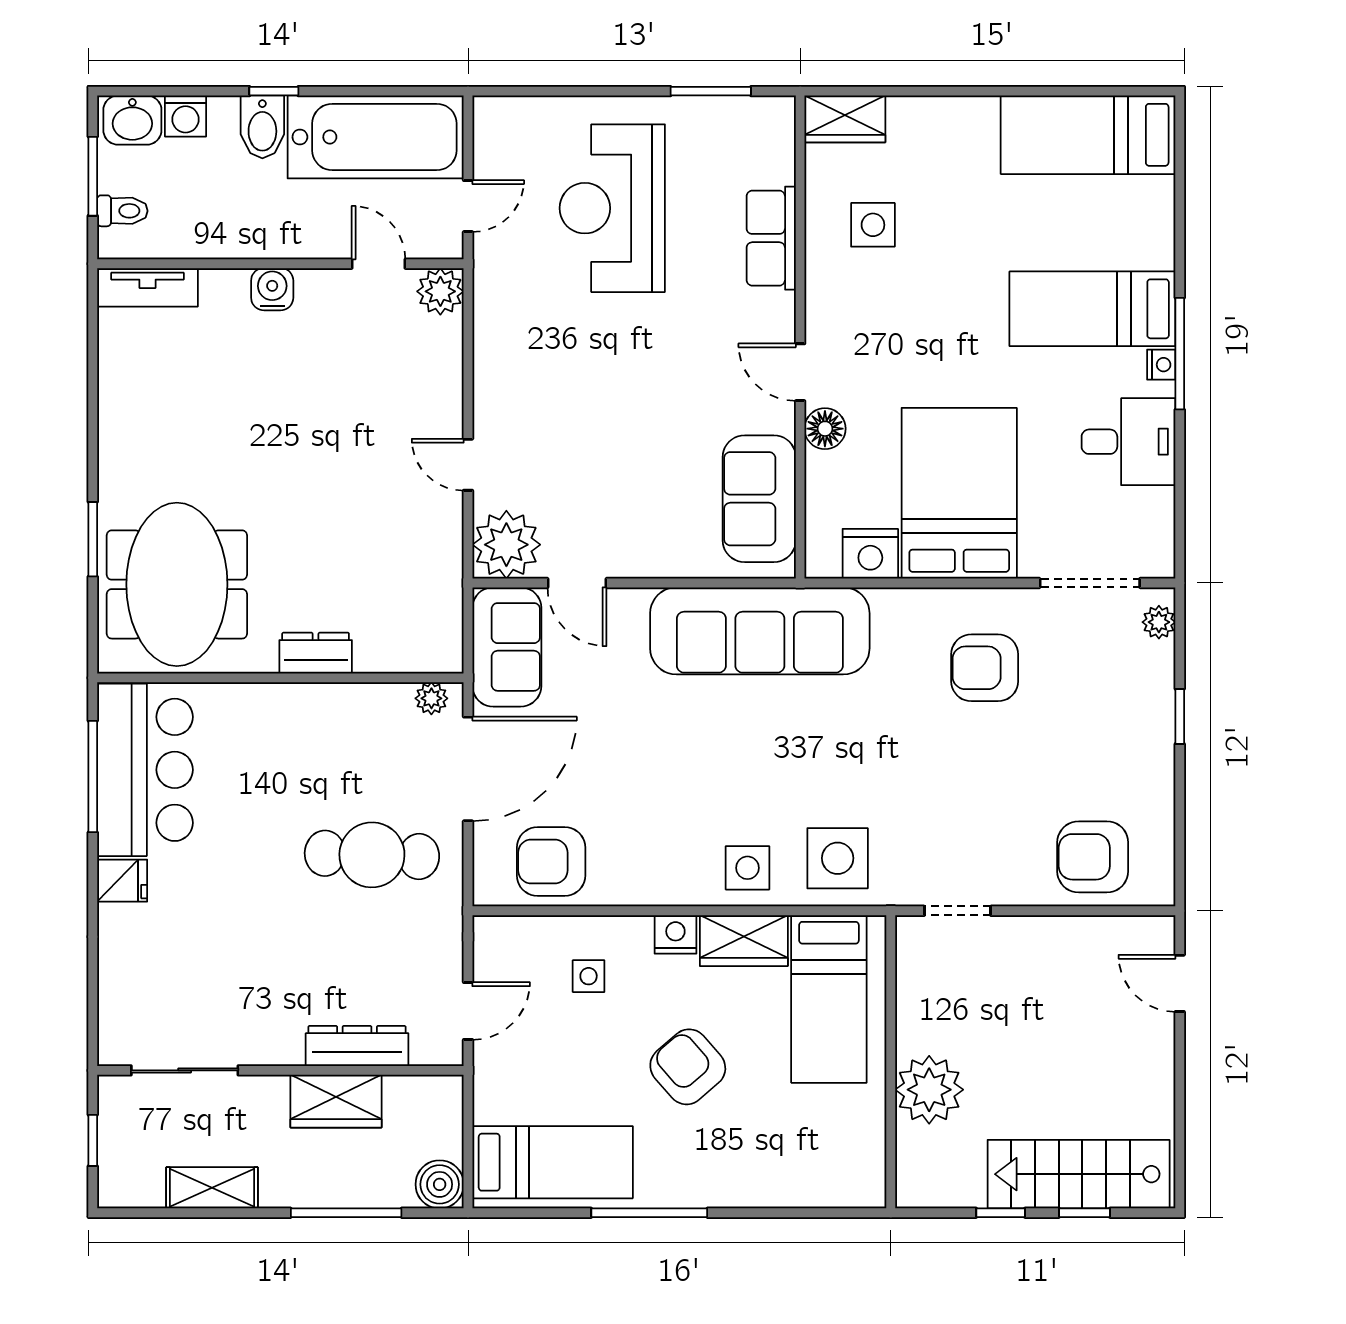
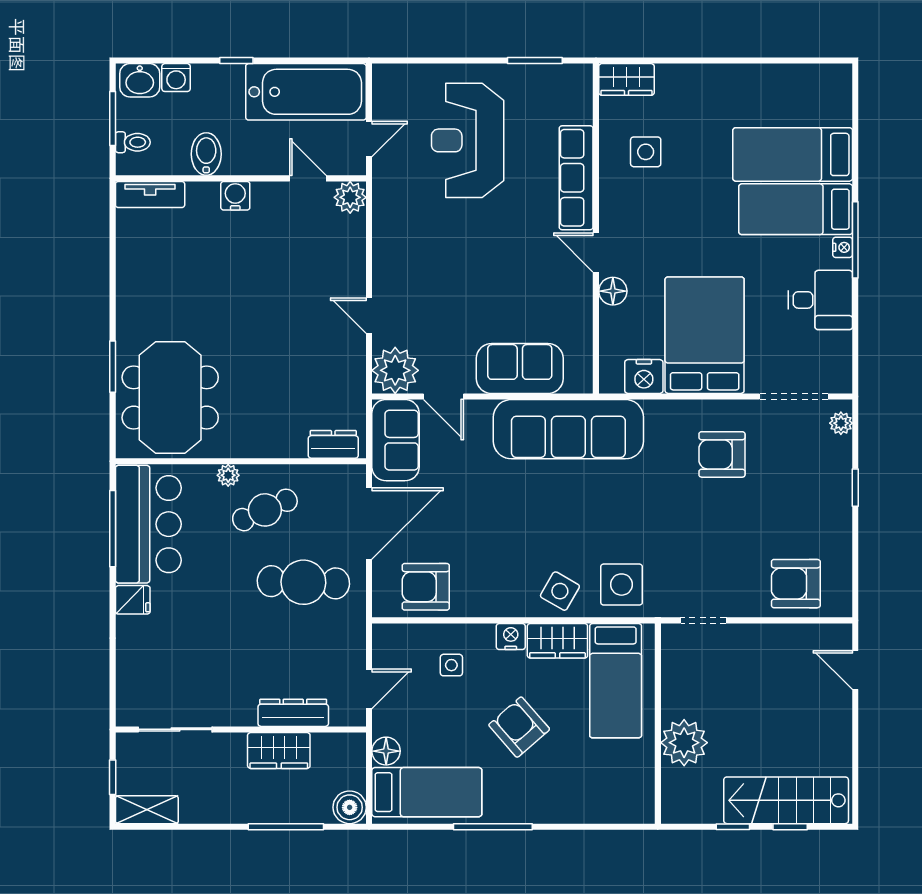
bidet: (262, 127) -> (206, 154), moved, turned 180
bed: (1088, 135) -> (793, 154), moved
row of seats: (771, 238) -> (576, 178), width x1.48
sofa: (759, 499) -> (520, 368), moved, turned 90
dresser: (316, 653) -> (333, 444), moved
plant: (431, 698) -> (228, 475), moved
cafe table: (316, 749) -> (265, 510), added
side table: (747, 868) -> (560, 591), turned 30
floor lamp: (493, 1102) -> (386, 751), added
shelving: (212, 1188) -> (147, 810), moved

